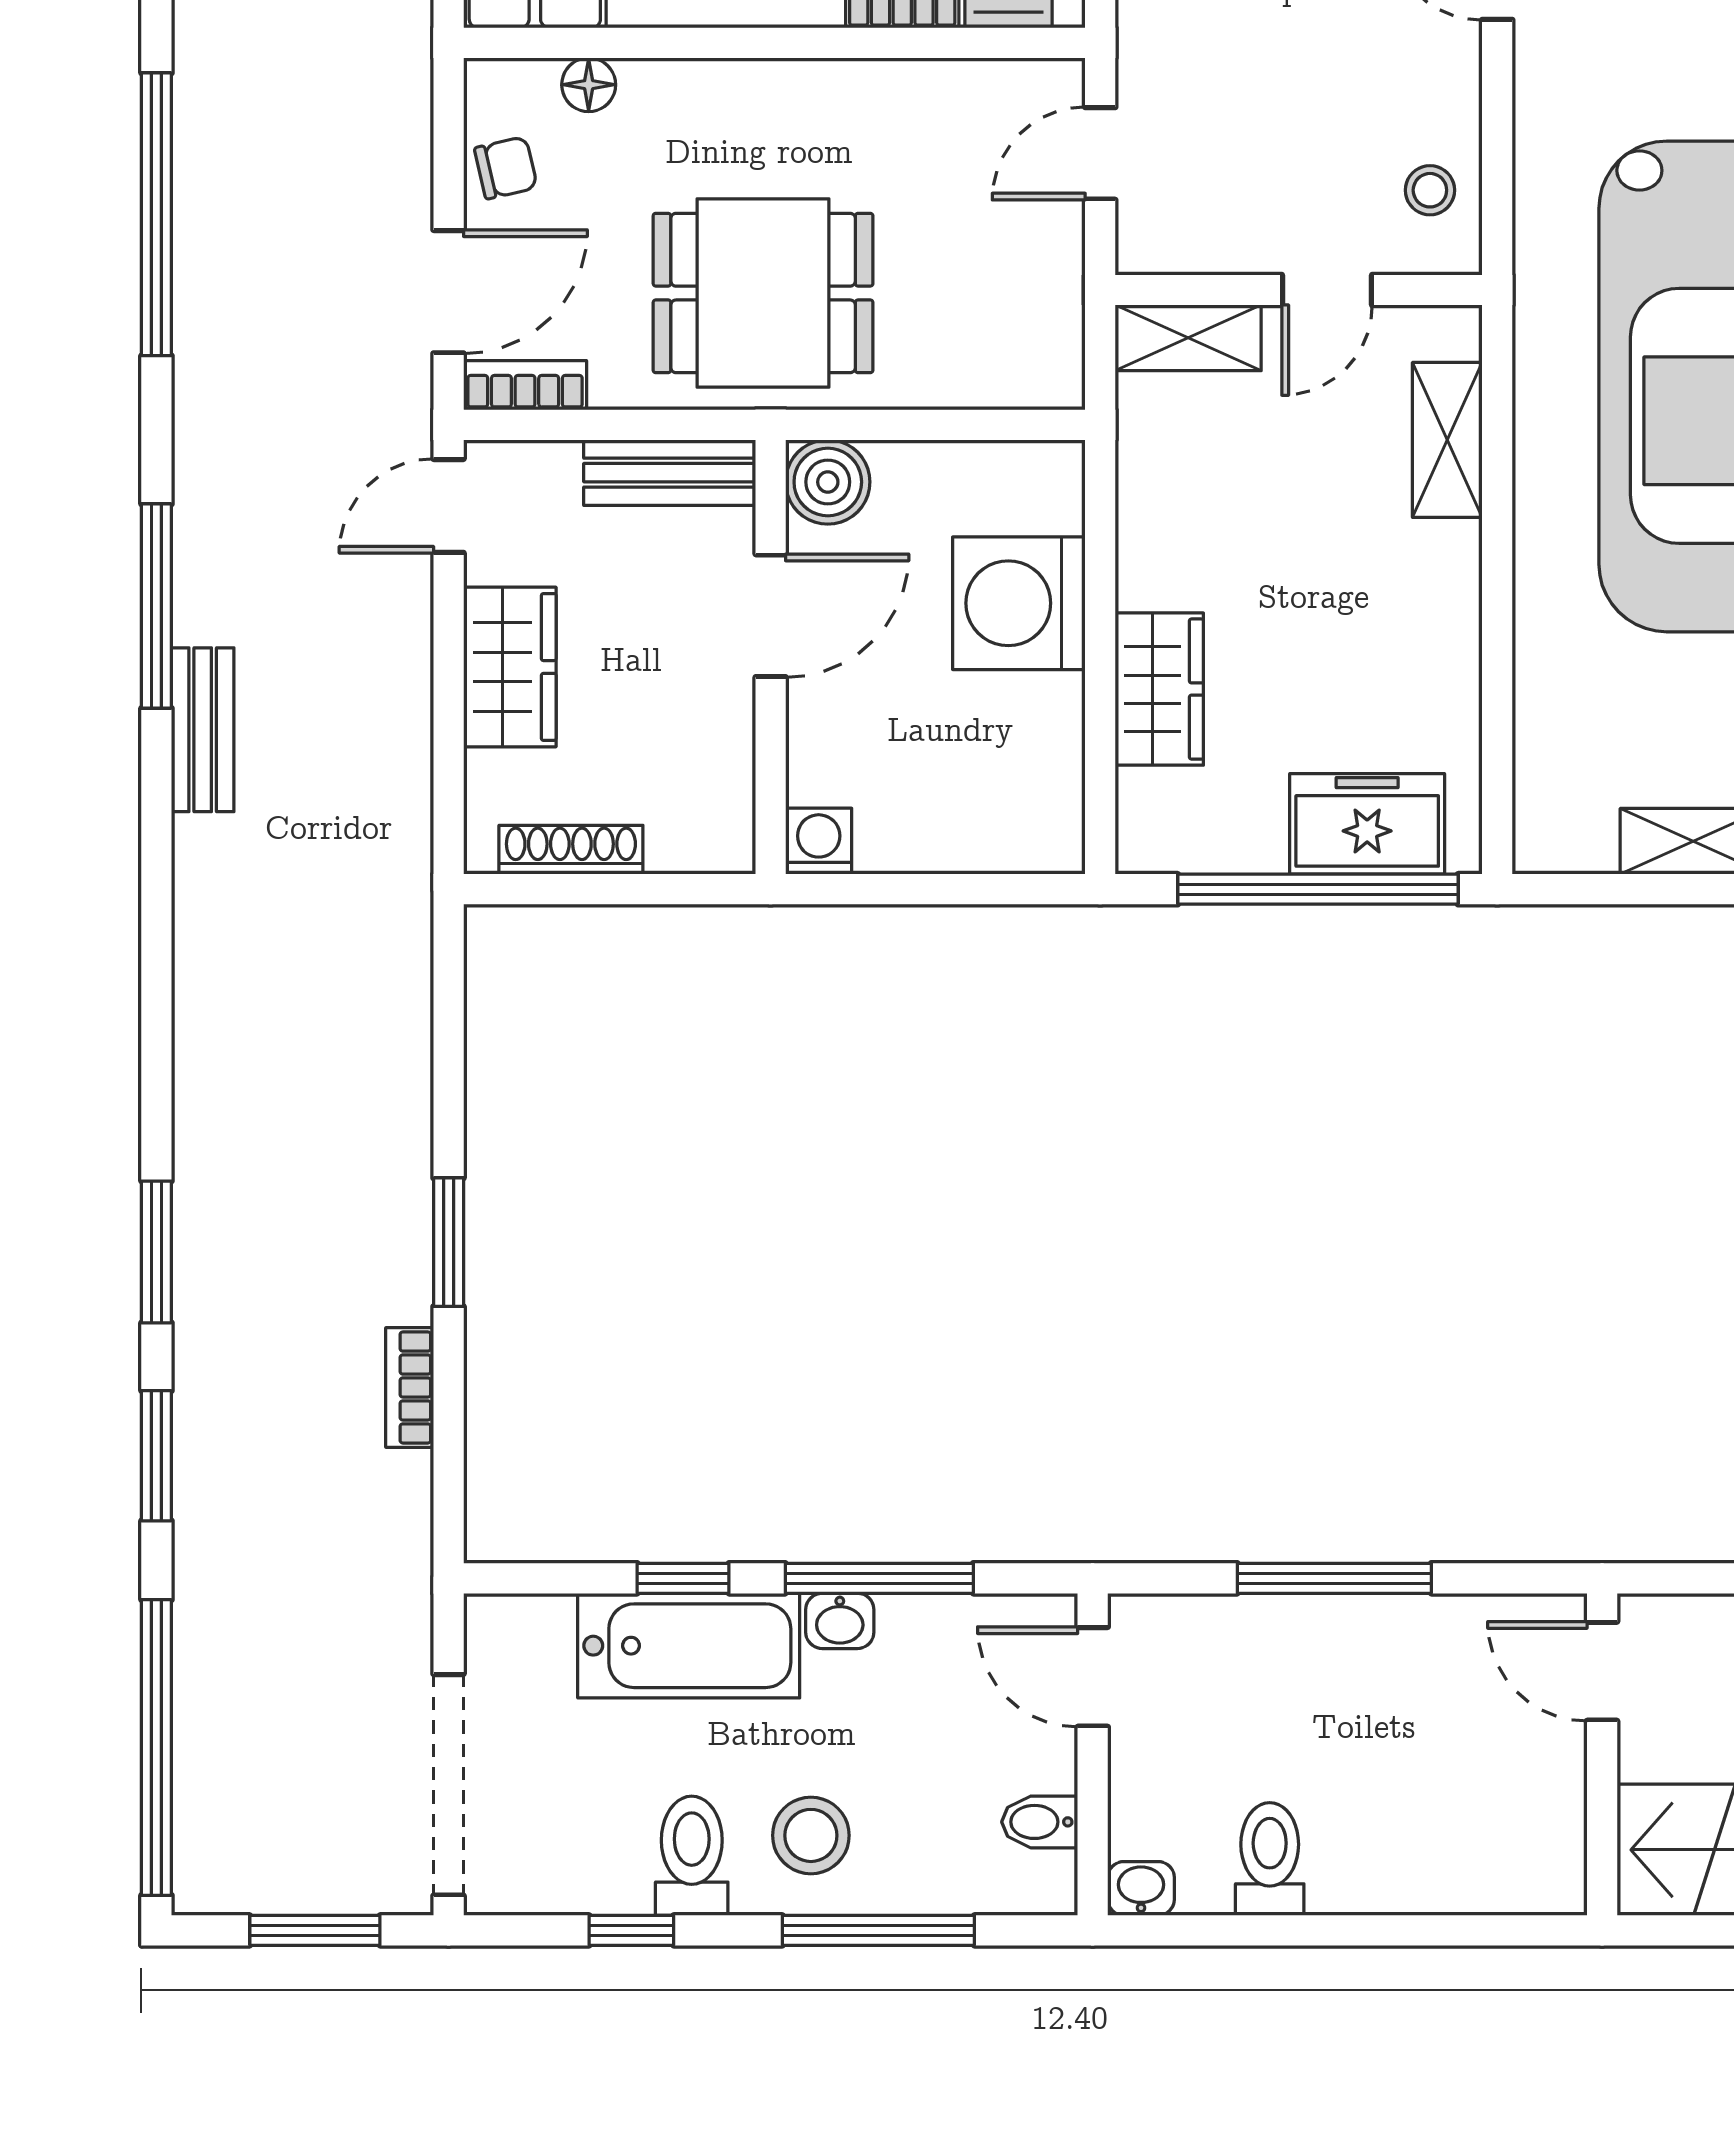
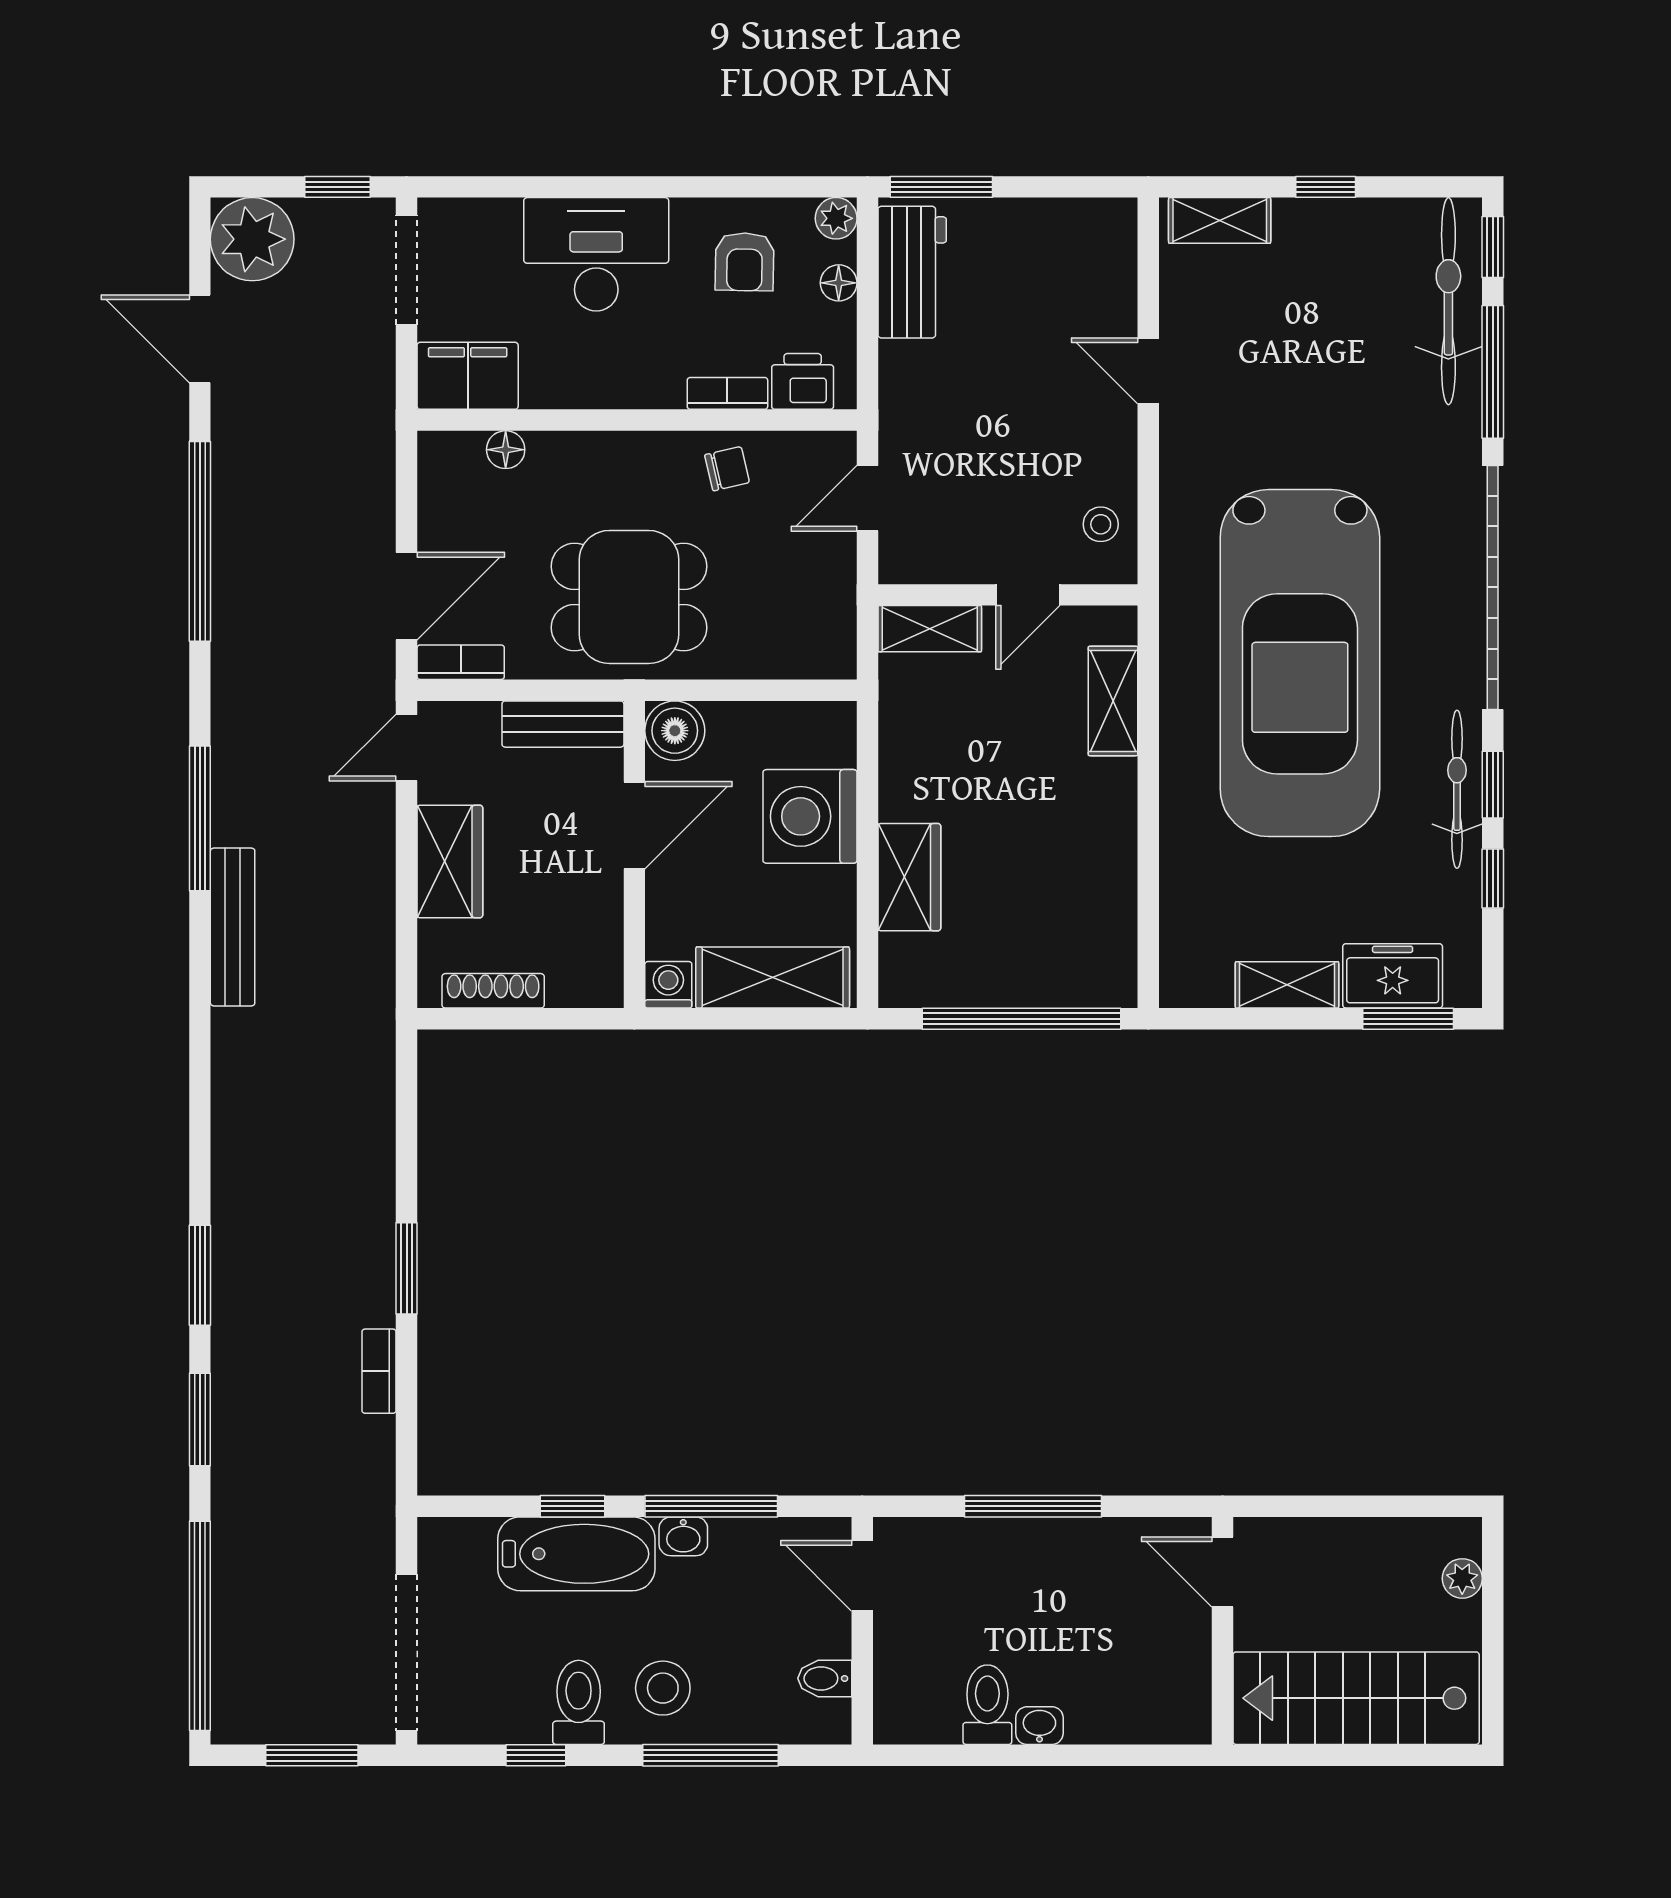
chair: (506, 168) -> (727, 469), moved
bench: (203, 730) -> (233, 927), width x1.36
freezer: (1367, 824) -> (1056, 973), removed
shelving: (966, 831) -> (773, 977), added
washbasin: (1141, 1888) -> (1039, 1726), moved

